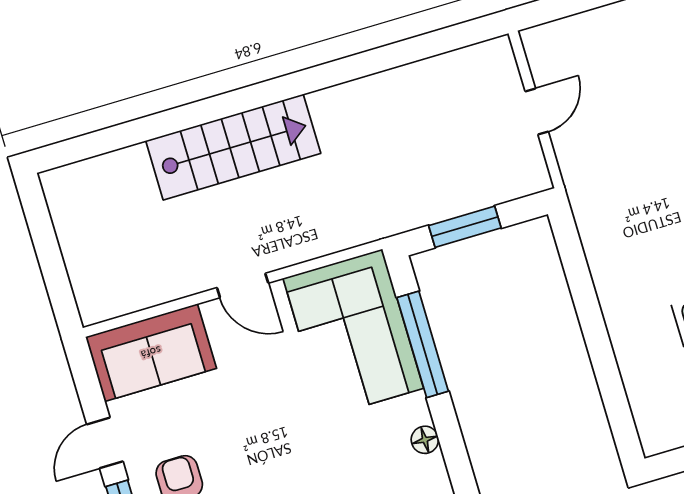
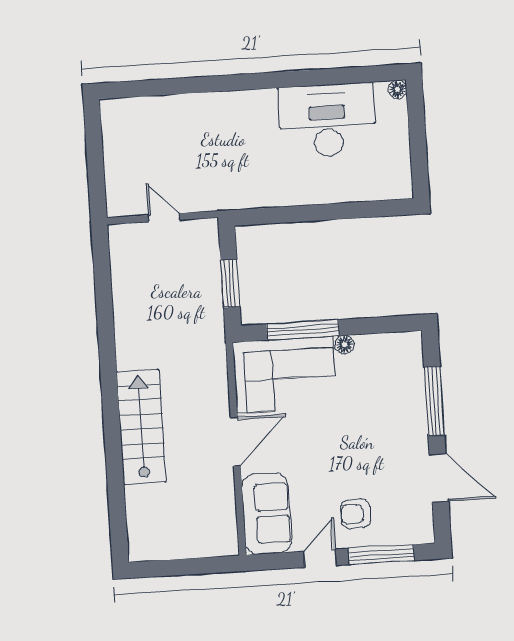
door: (243, 285) -> (235, 442), width x1.38
floor lamp: (425, 440) -> (344, 345), moved
door: (105, 443) -> (320, 558), swing flipped

